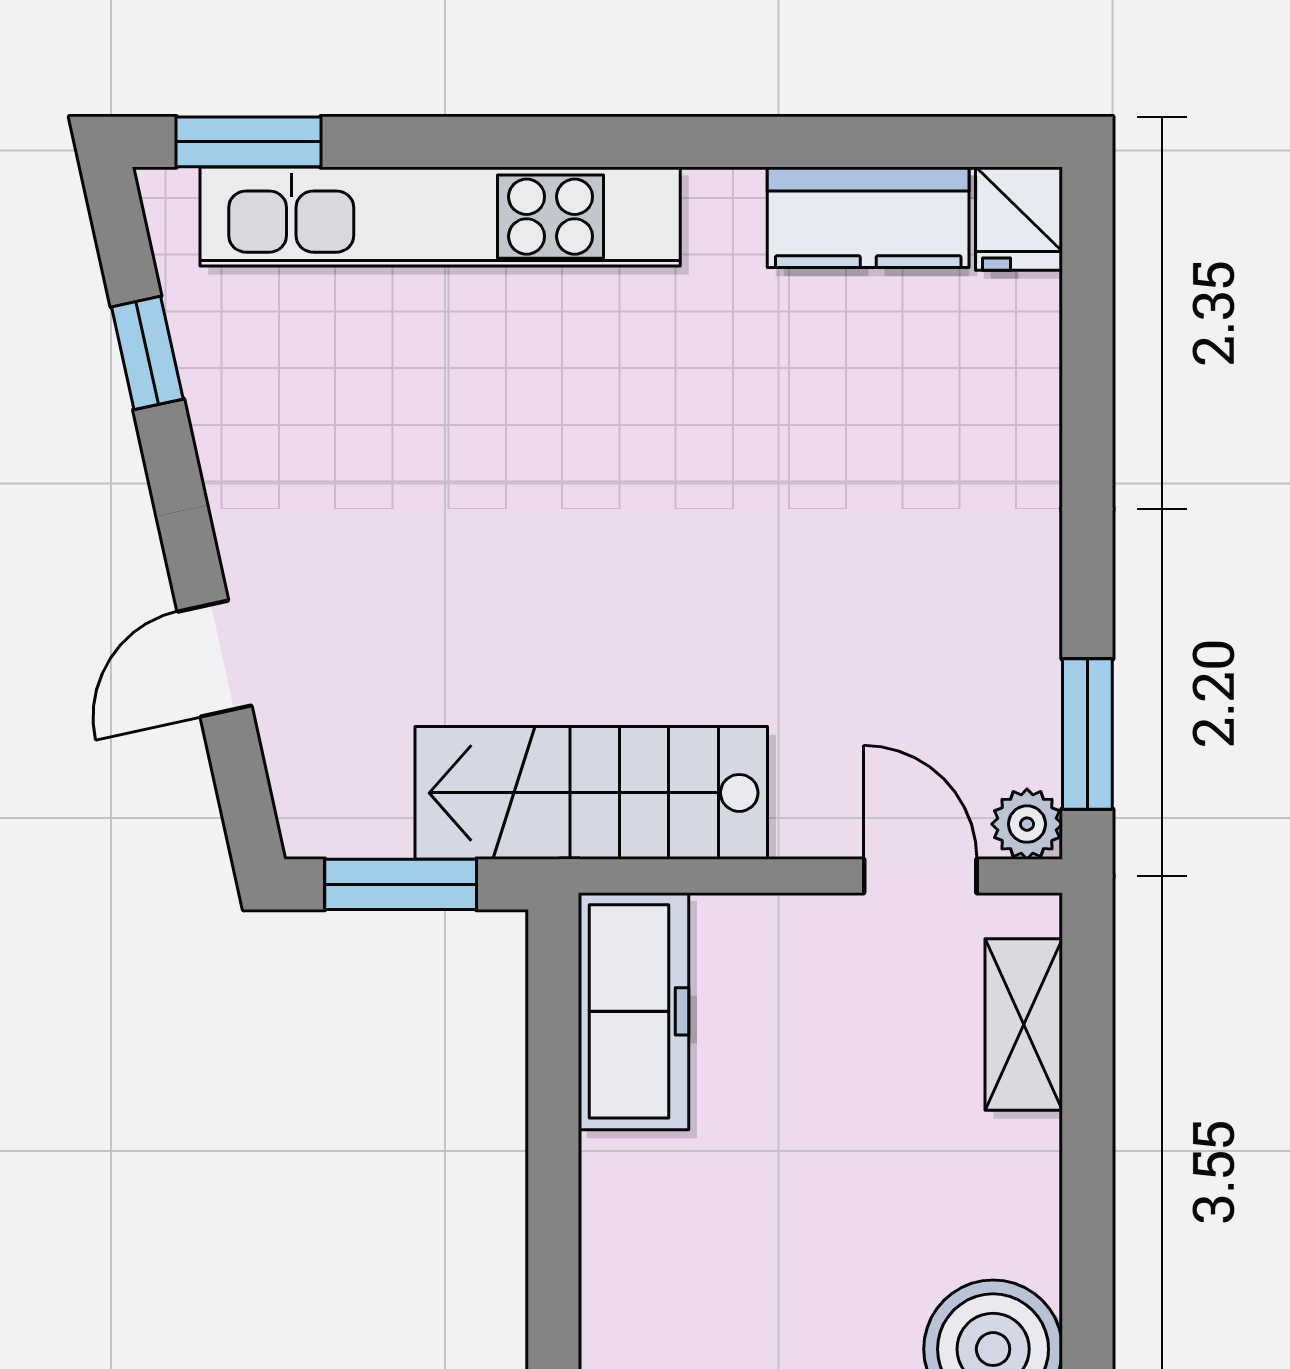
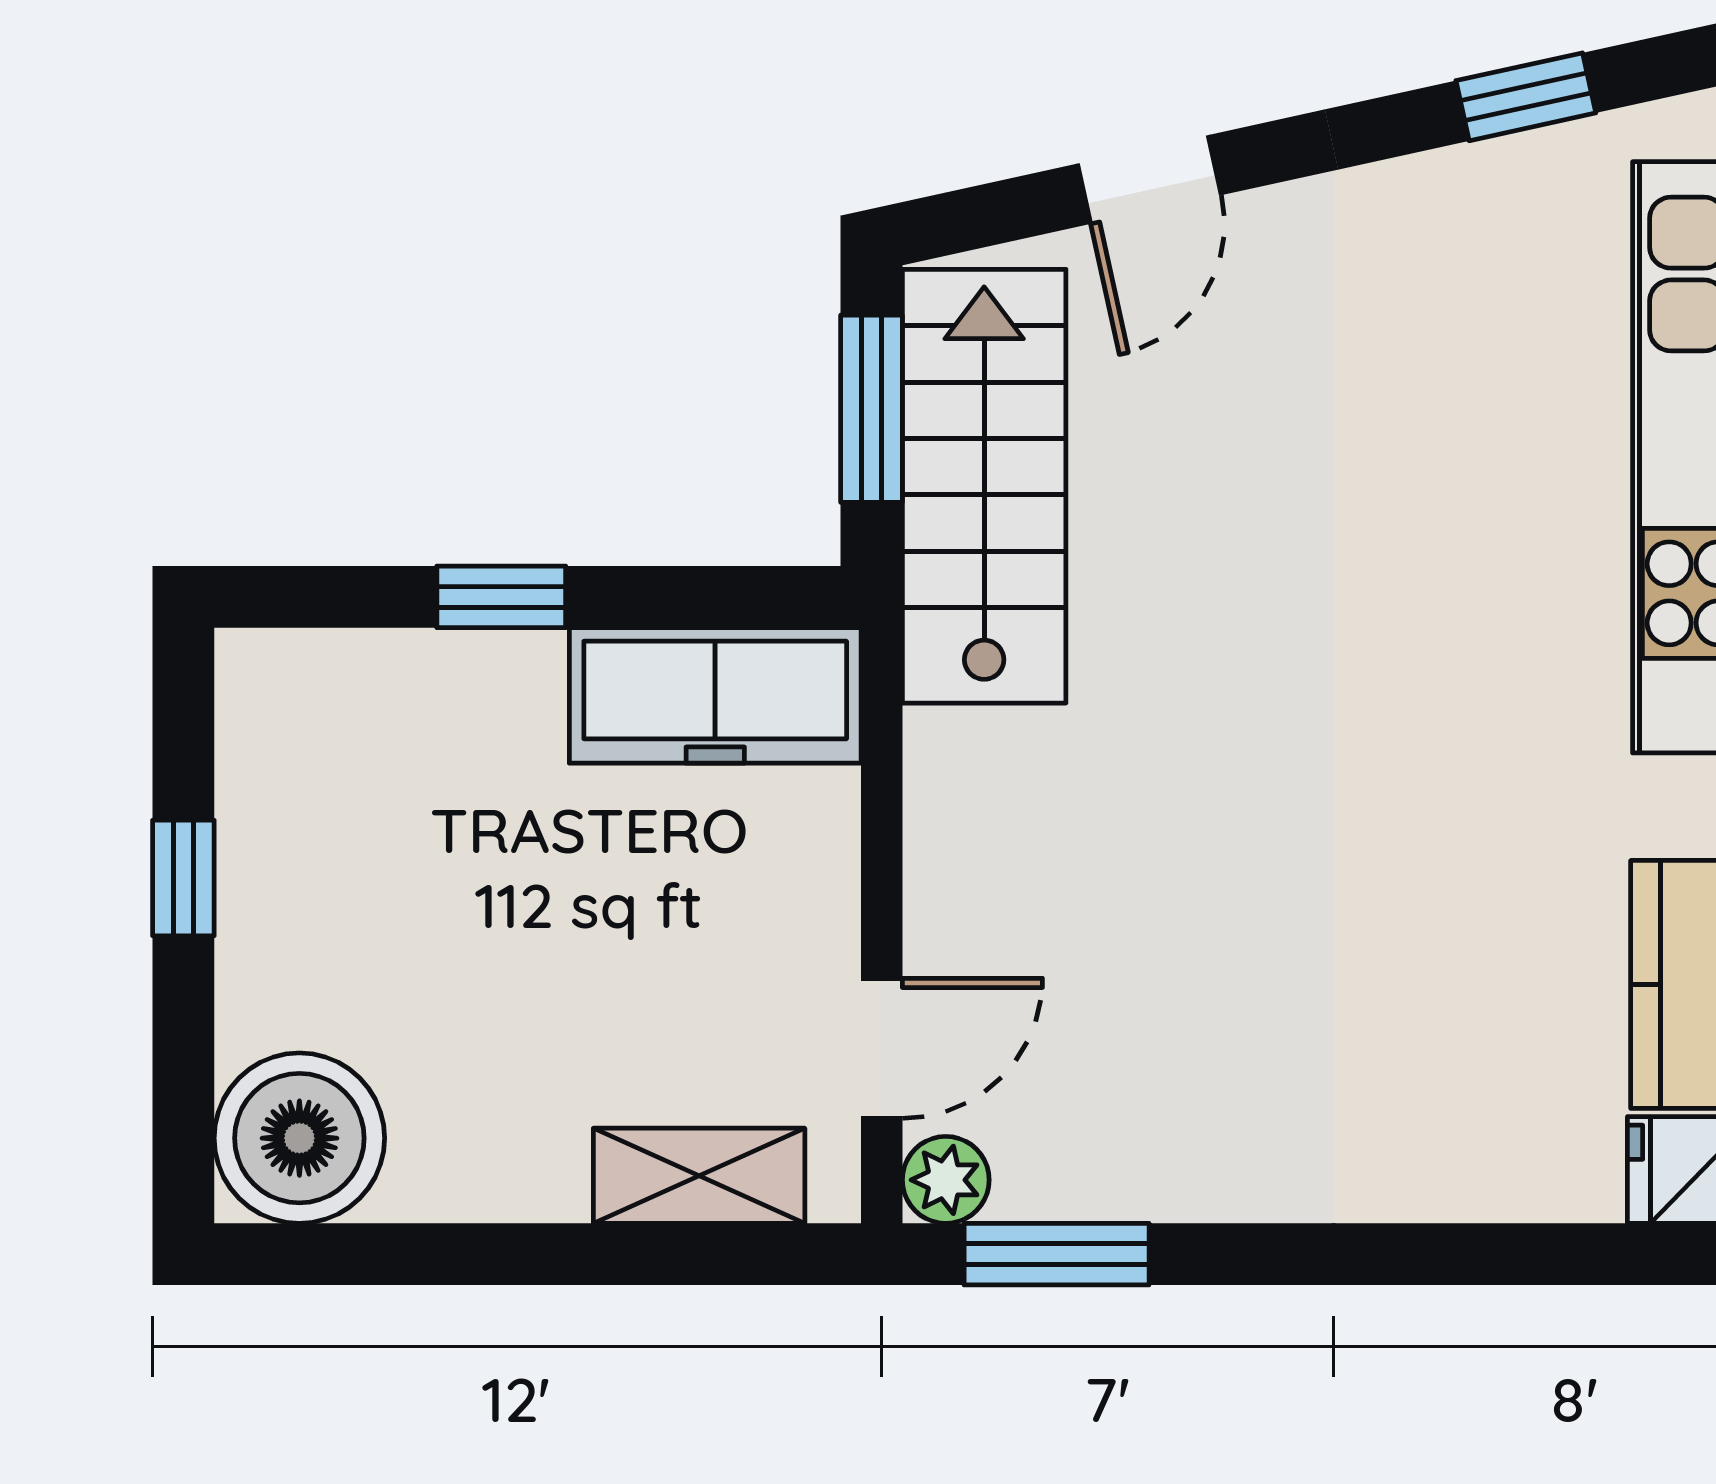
door: (214, 659) -> (1149, 179), swing flipped
stairs: (591, 793) -> (984, 486), moved
window: (553, 1185) -> (501, 597), added

